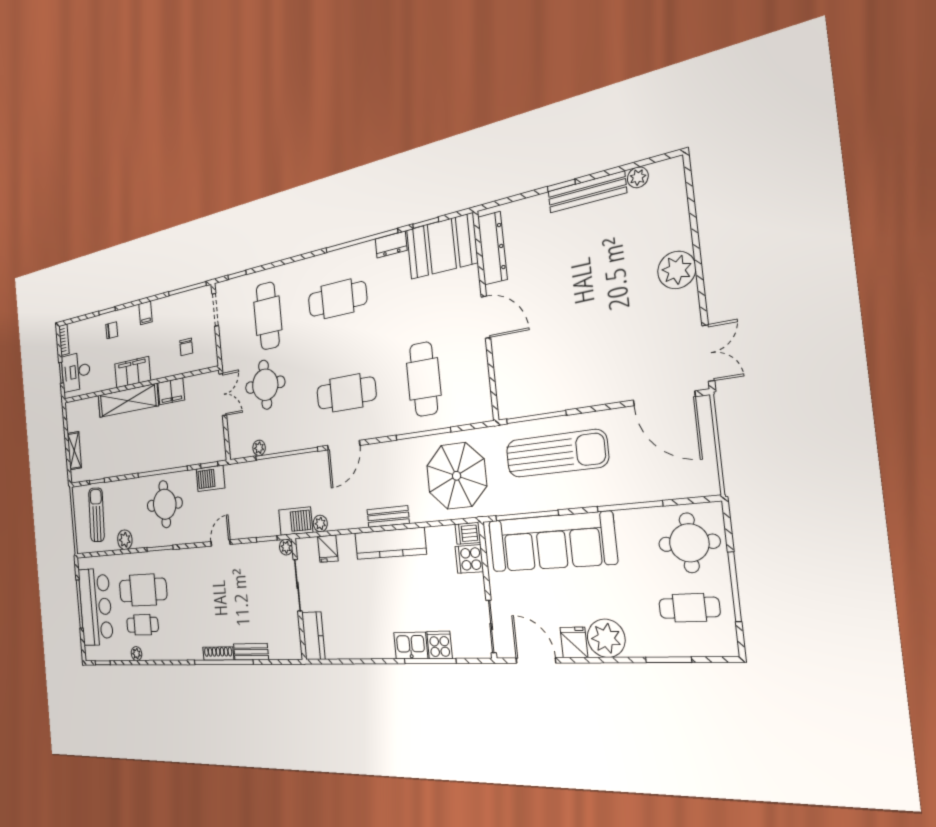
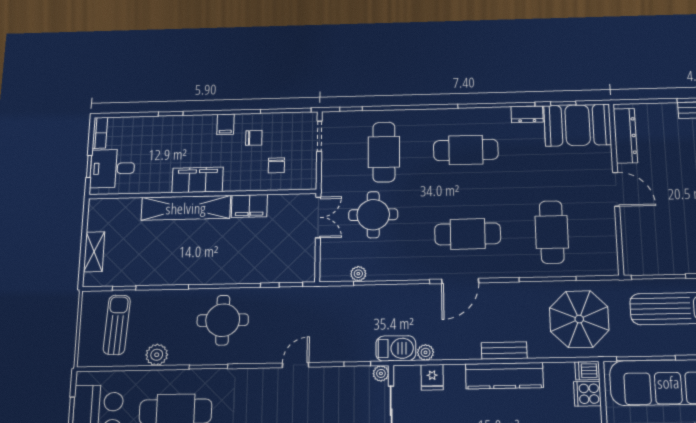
chair: (112, 330) -> (254, 138), moved
barbecue: (210, 478) -> (291, 298), removed

